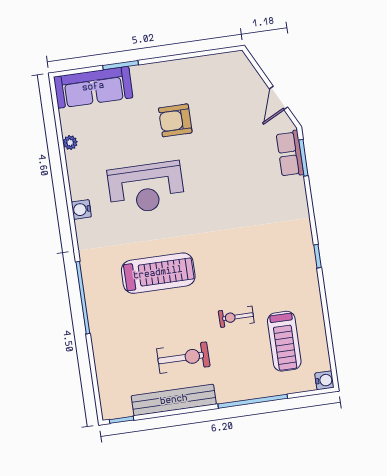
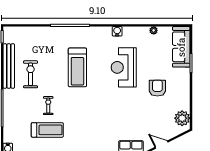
plant: (224, 67) -> (182, 118), added
treadmill: (284, 341) -> (47, 130), moved, turned 180
exercise bike: (183, 358) -> (31, 74), turned 180

